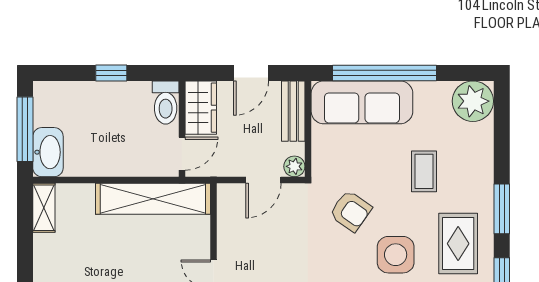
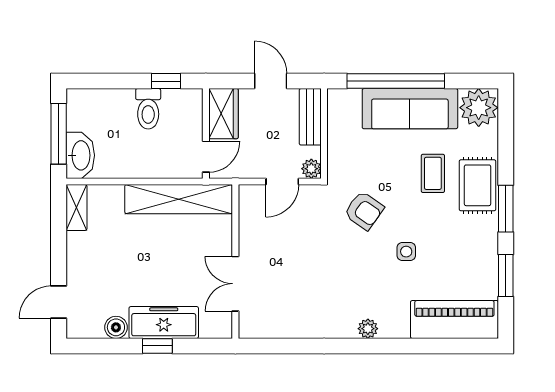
window: (111, 73) -> (166, 81), moved
door: (251, 73) -> (271, 81), swing flipped
toilet: (166, 102) -> (148, 109), moved
sofa: (362, 102) -> (410, 109), moved
rug: (458, 244) -> (478, 185), moved
side table: (396, 255) -> (406, 252), width x0.54, depth x0.54

